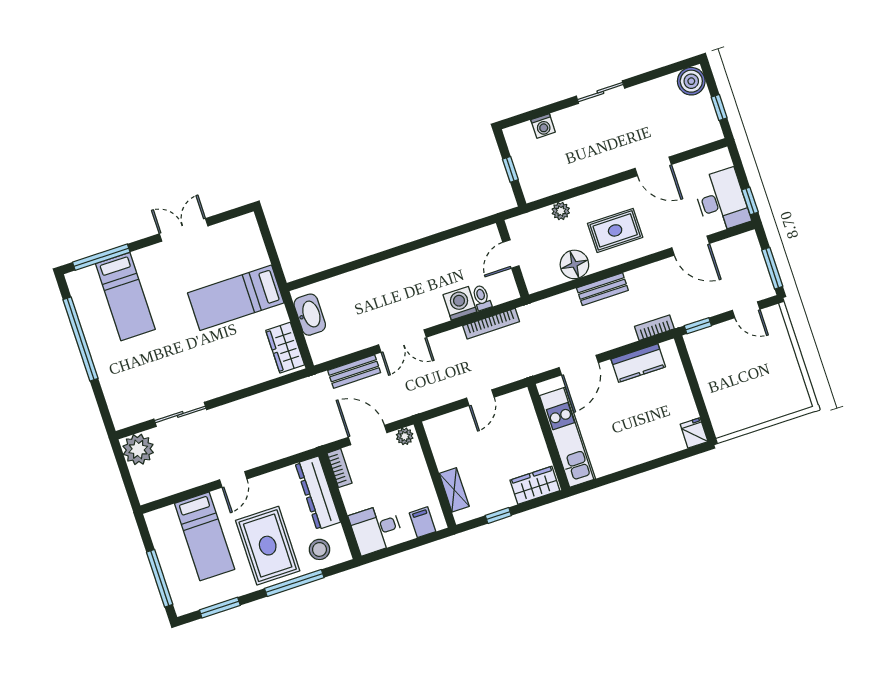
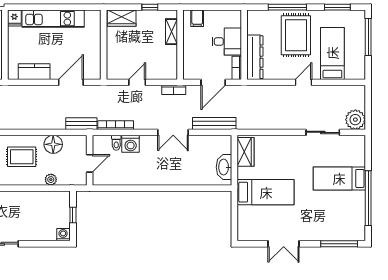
washing machine: (543, 126) -> (63, 235), moved
bench: (602, 289) -> (81, 124), moved
bed: (125, 297) -> (339, 178), moved, turned -90
bookcase: (654, 328) -> (174, 90), moved
double door: (402, 341) -> (173, 132), swing flipped
bench: (354, 371) -> (214, 124), width x1.36
door: (368, 435) -> (213, 82), hinge flipped
plant: (405, 436) -> (191, 74), removed
kitchen unit: (567, 437) -> (53, 19), moved, turned -90
desk: (376, 529) -> (227, 41), moved
stool: (319, 549) -> (265, 22), removed

